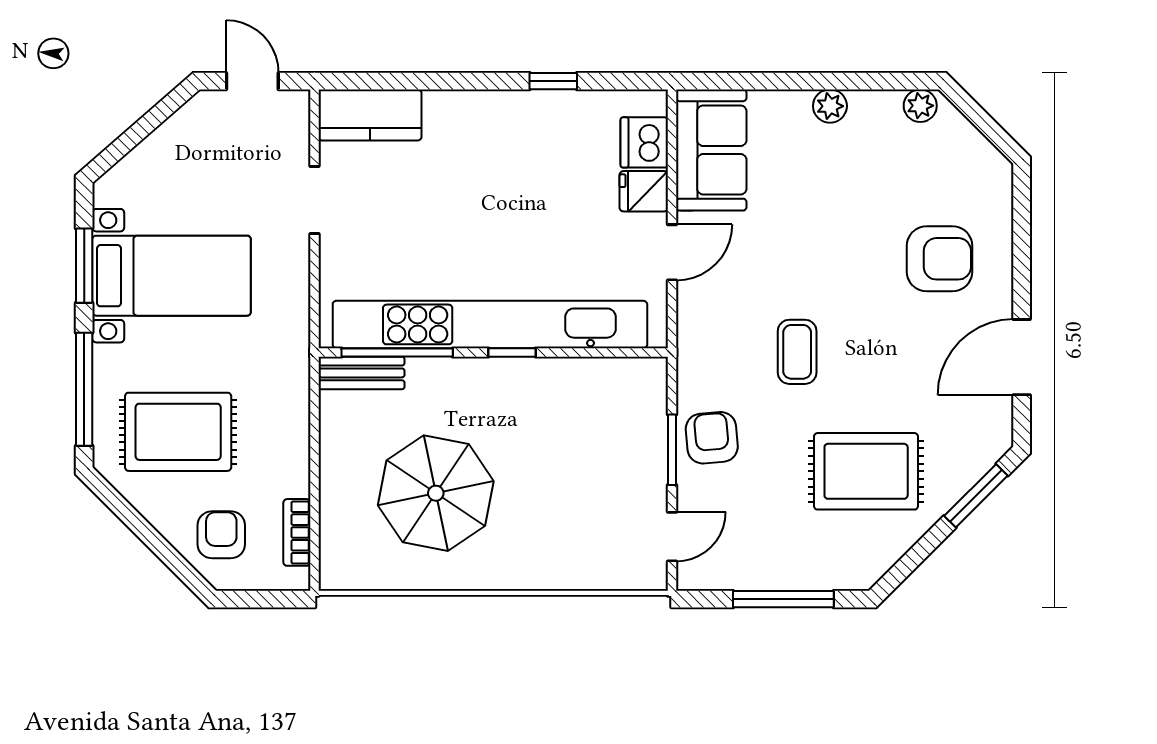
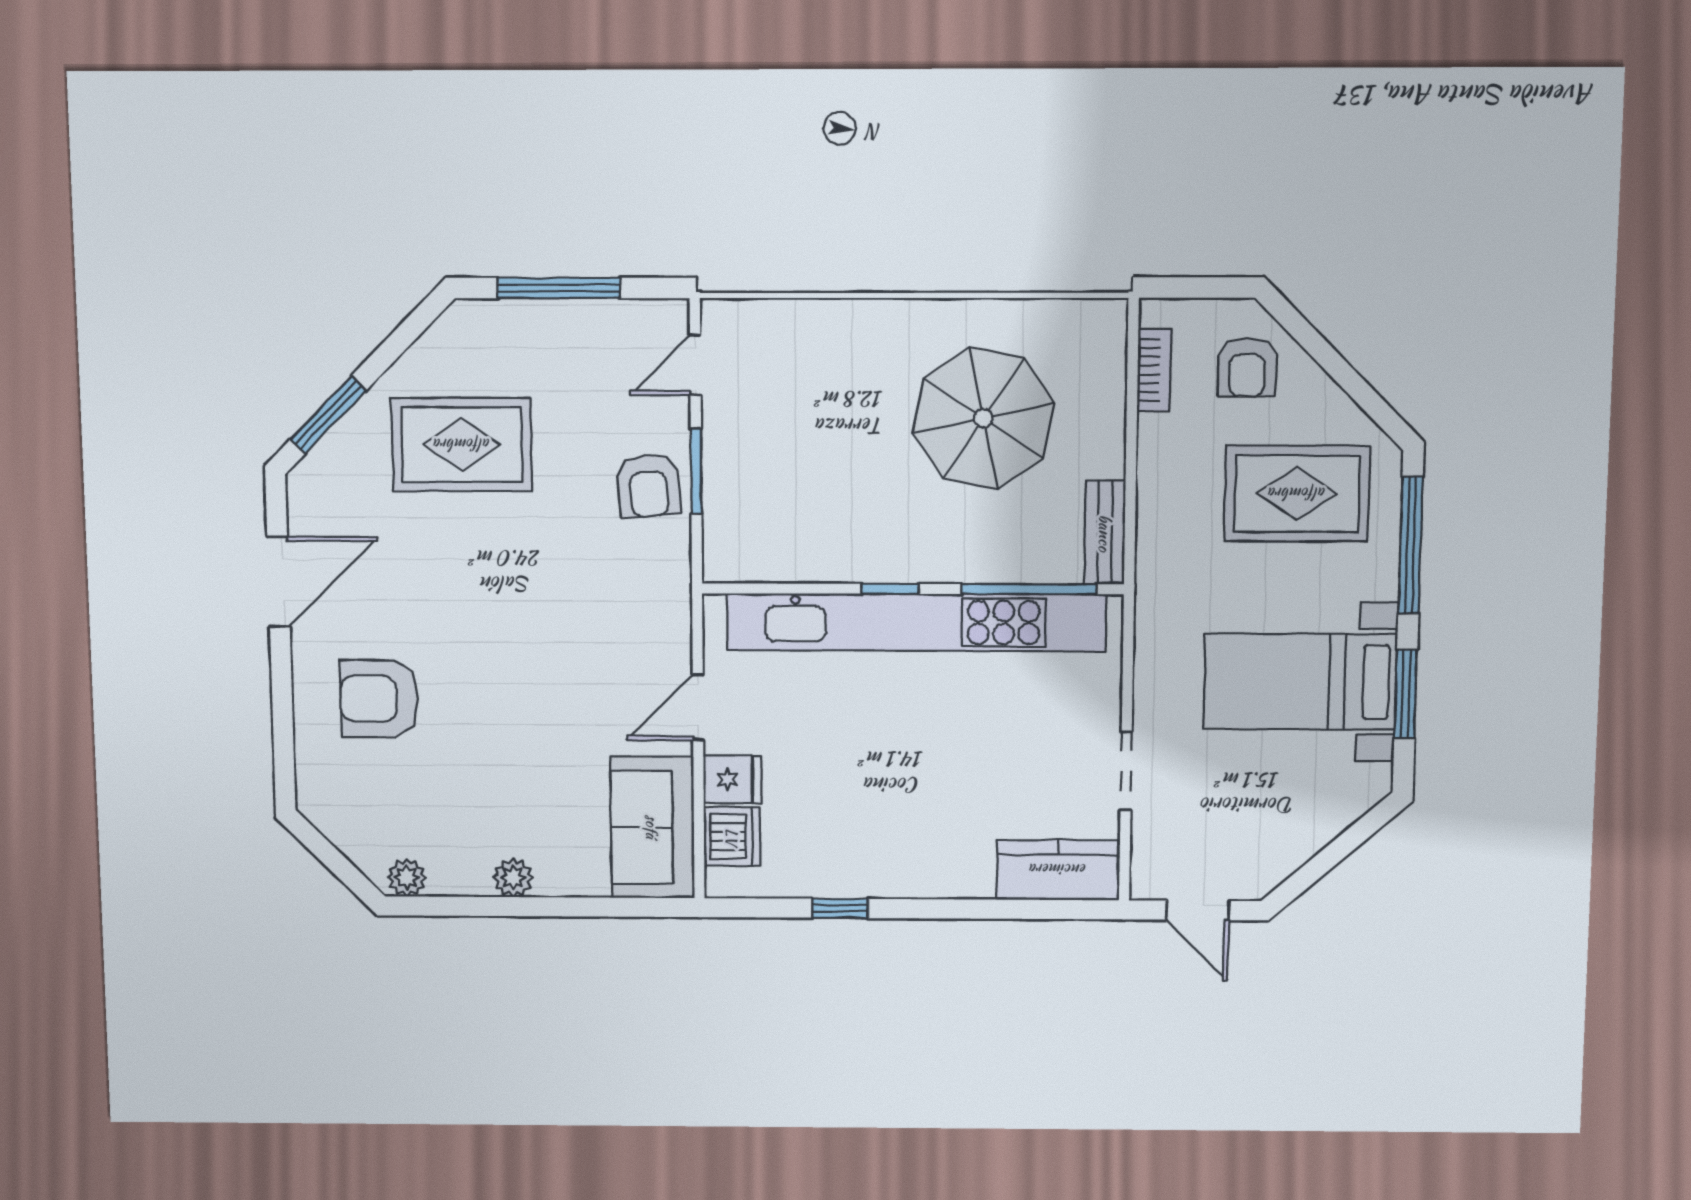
coffee table: (797, 352) -> (547, 589), removed
bench: (361, 373) -> (1105, 533), moved, turned 90

